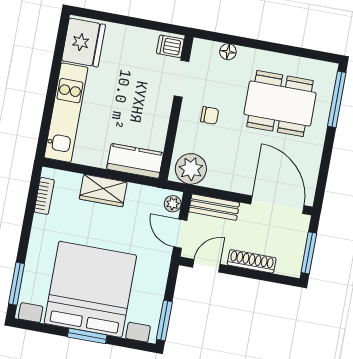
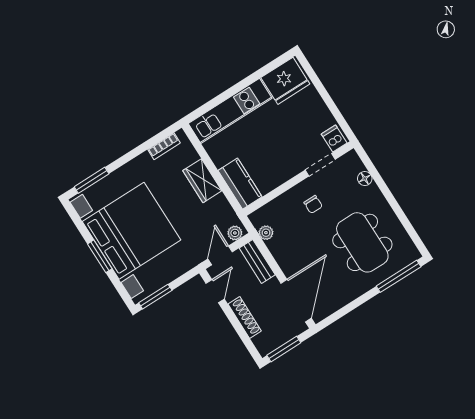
plant: (191, 169) -> (266, 233), width x0.53, depth x0.53
door: (206, 266) -> (215, 291), hinge flipped

